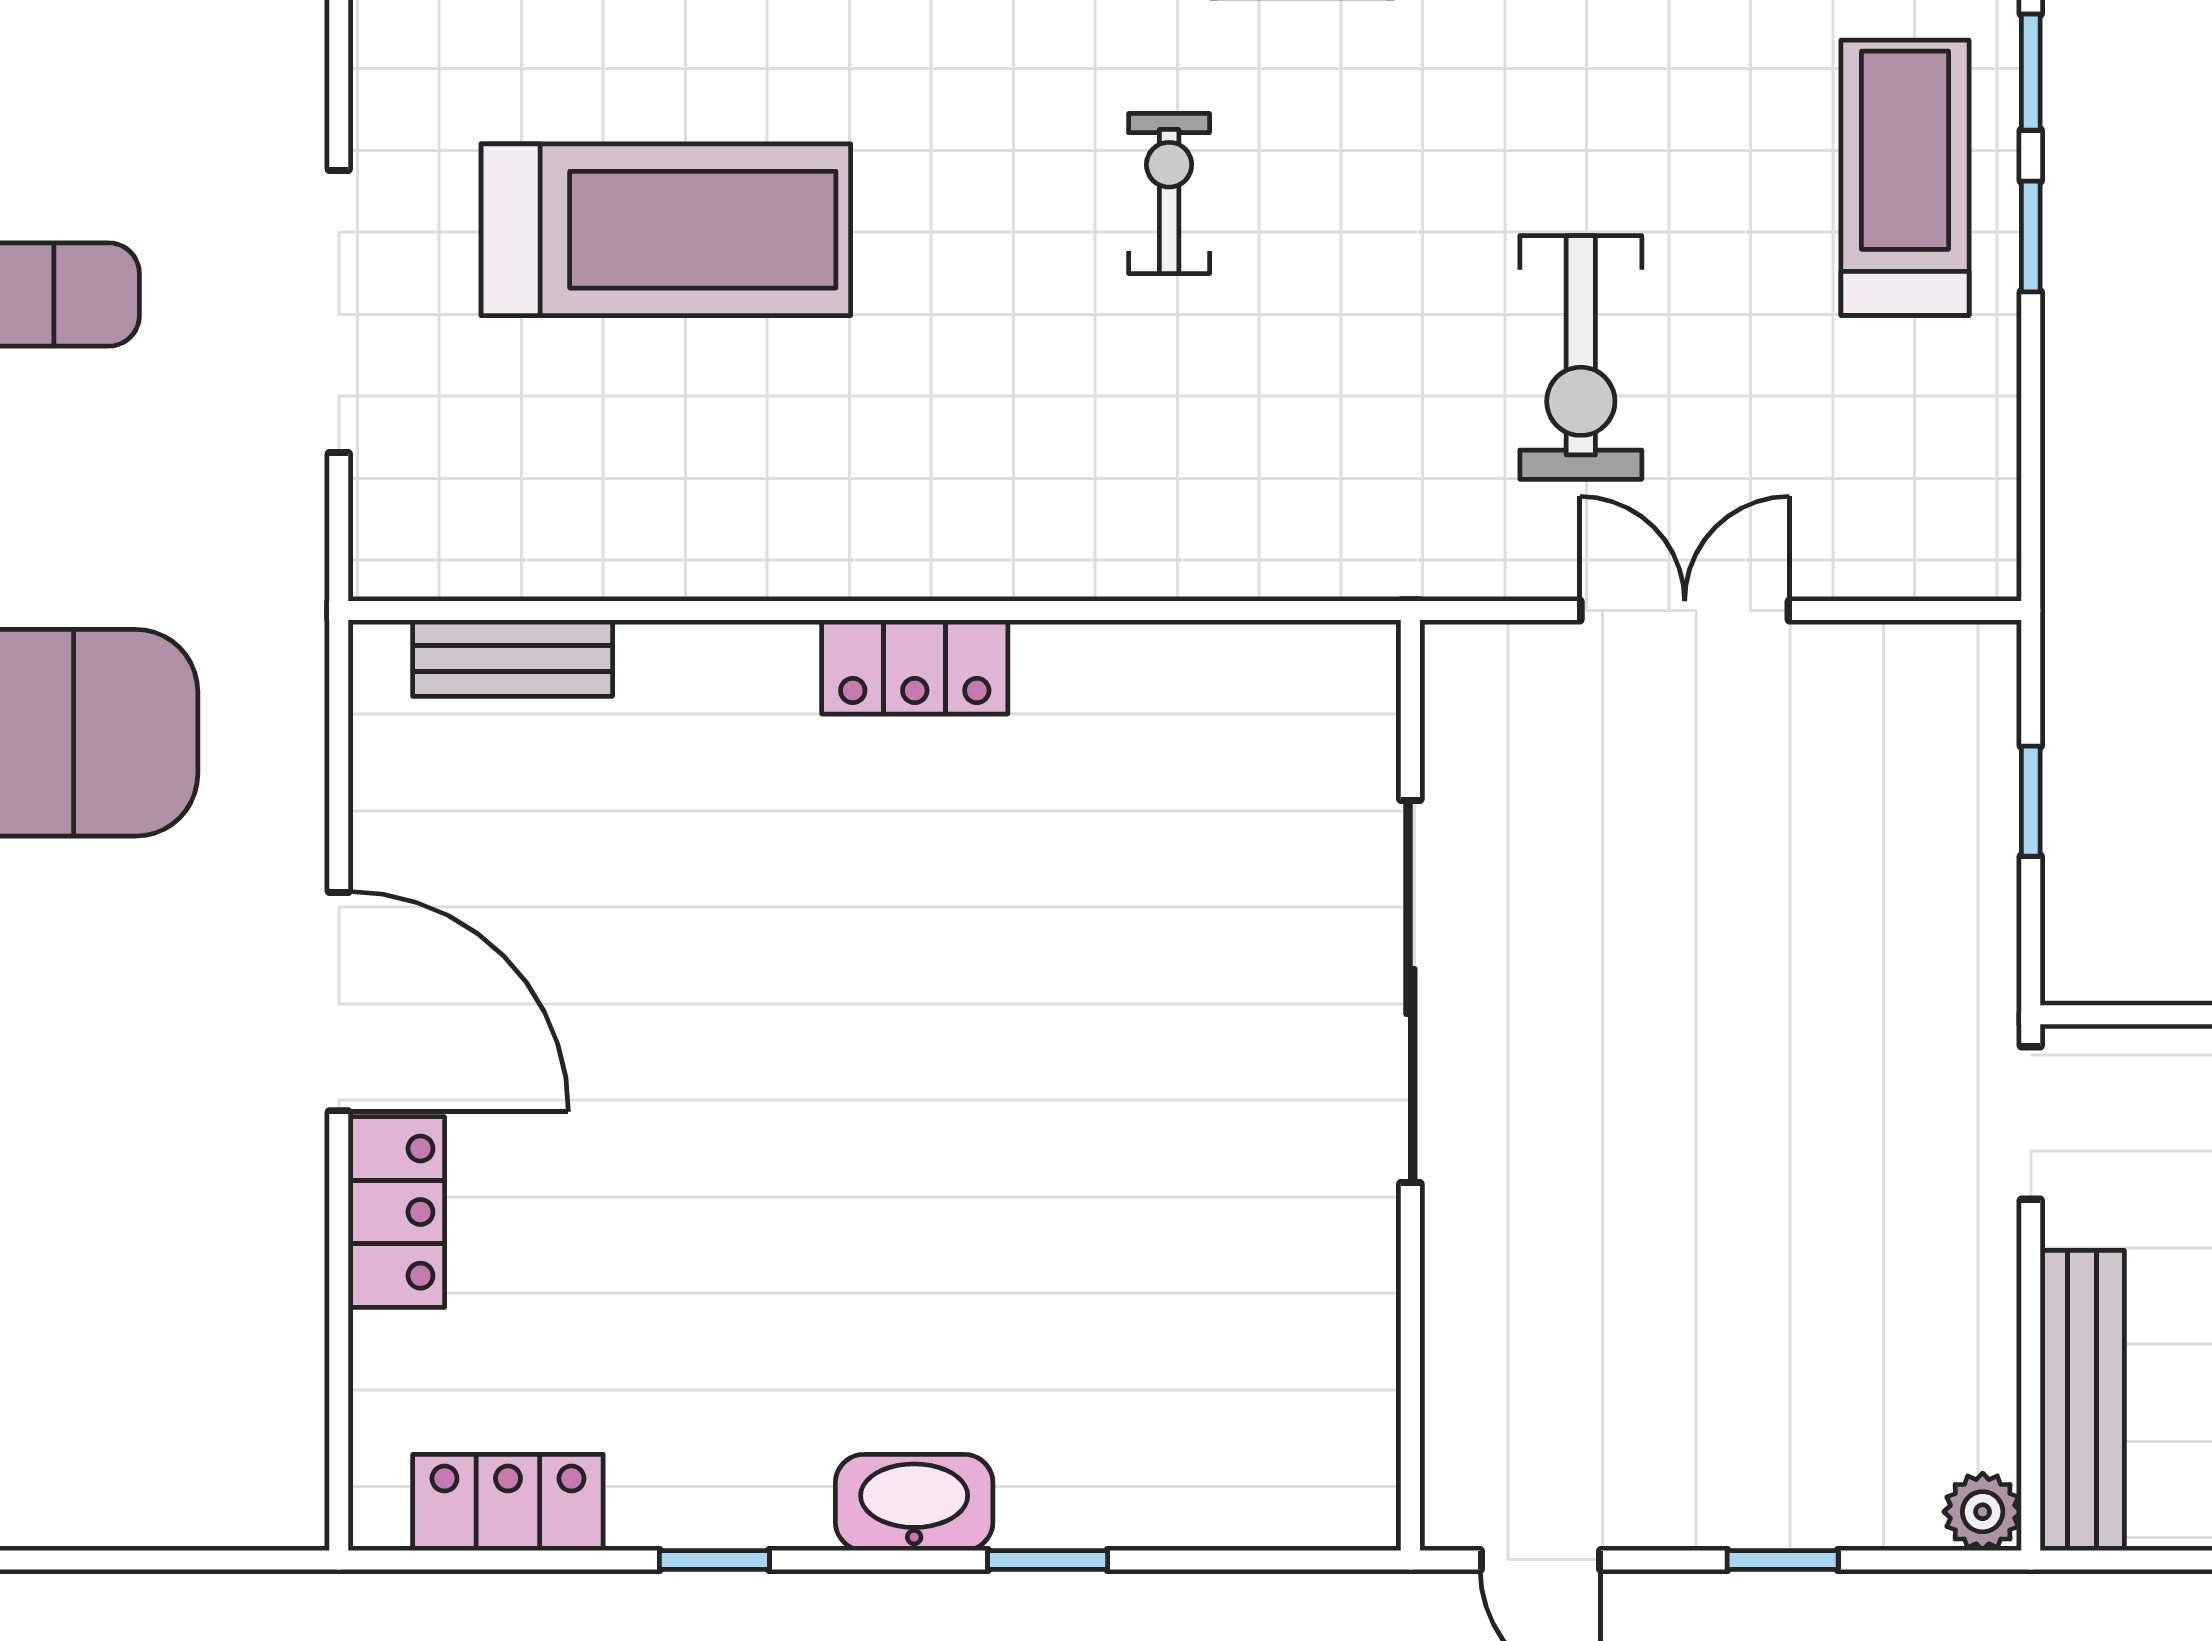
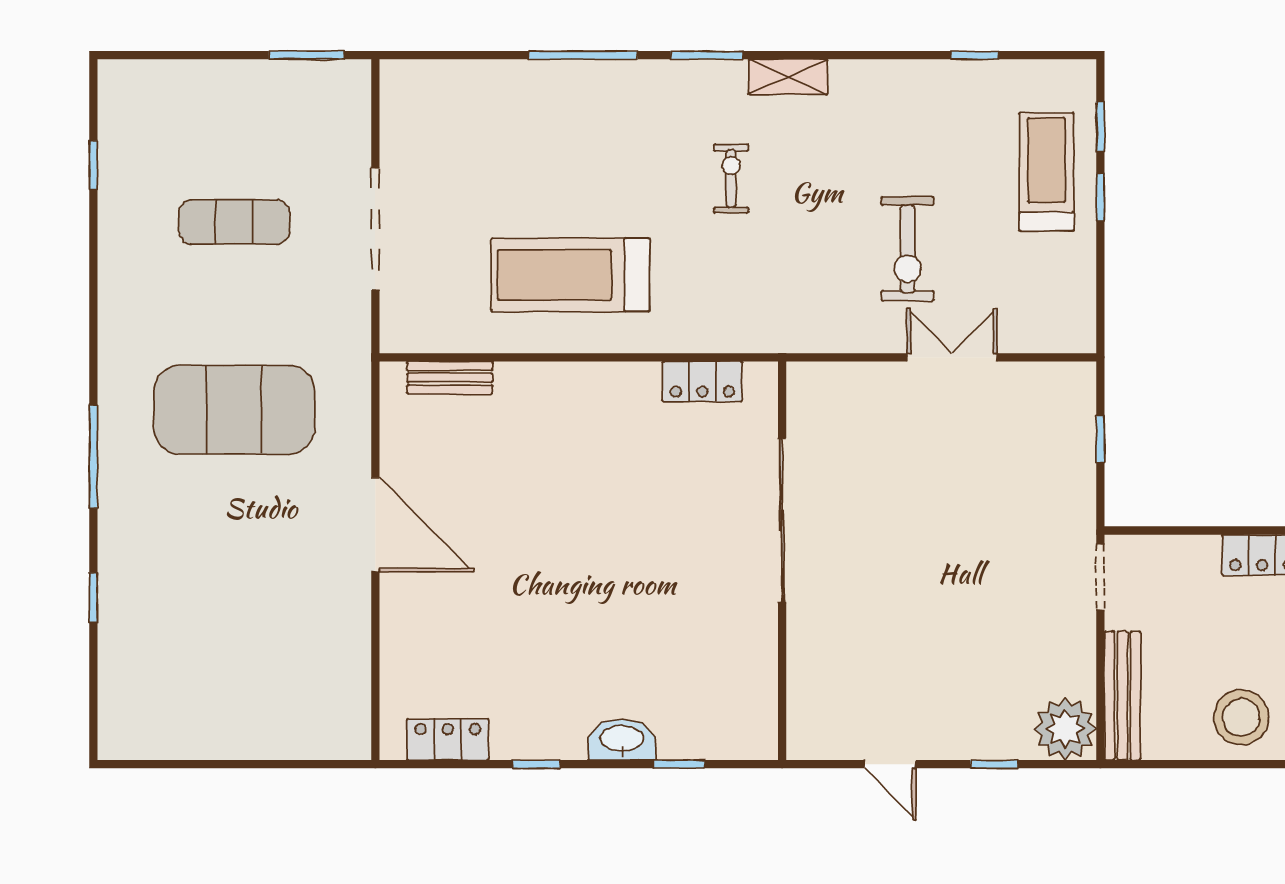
treadmill: (666, 230) -> (570, 275), moved, turned 180
locker: (915, 667) -> (702, 381), moved
sliding door: (1410, 992) -> (782, 521), moved
wall: (1410, 1085) -> (782, 561), moved
locker: (396, 1212) -> (400, 615), removed
plant: (1983, 1512) -> (1065, 729), width x1.87, depth x1.87

